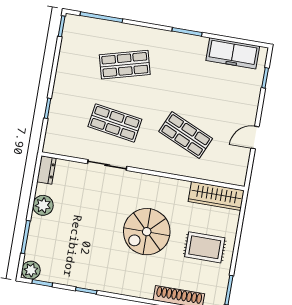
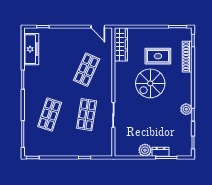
shop shelf: (125, 65) -> (50, 115), turned 33
door: (255, 138) -> (98, 27), moved
dresser: (46, 170) -> (161, 152), moved
spiral stairs: (147, 232) -> (150, 83), turned 90
rug: (205, 247) -> (158, 56), moved, turned 90
plant: (31, 270) -> (186, 109), moved

